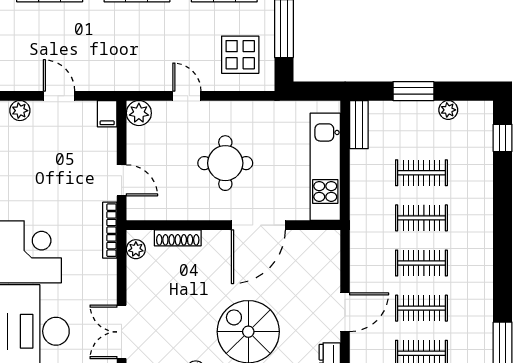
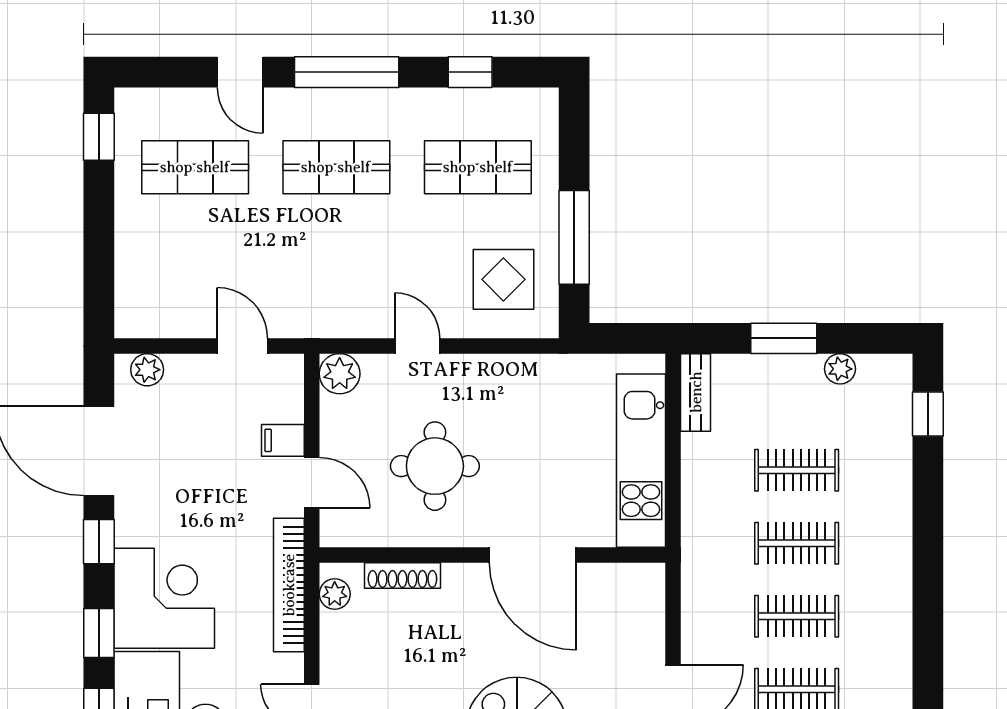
door: (59, 96) -> (242, 346), moved
filing cabinet: (107, 114) -> (283, 440), moved, turned 90
round table: (225, 163) -> (435, 466), moved
door: (258, 225) -> (533, 555), hinge flipped
bookcase: (110, 230) -> (289, 585), width x1.48, depth x1.31

